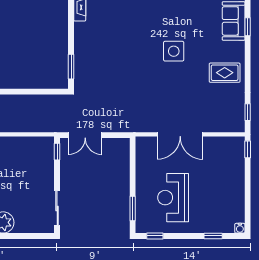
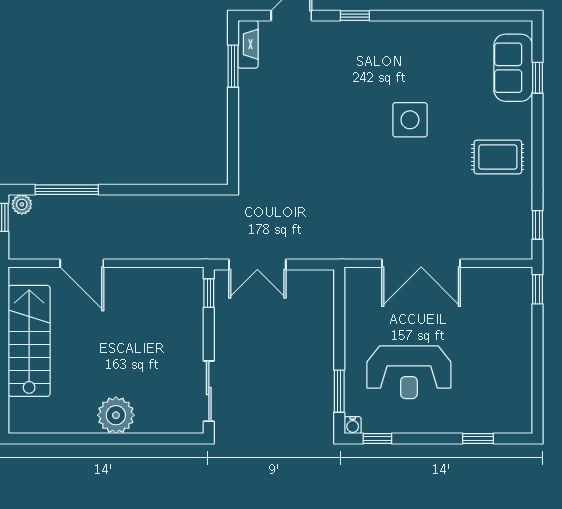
window: (71, 67) -> (233, 66), moved
reception desk: (173, 198) -> (409, 372), turned -90
water cooler: (240, 228) -> (353, 425), moved

